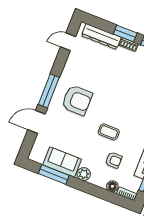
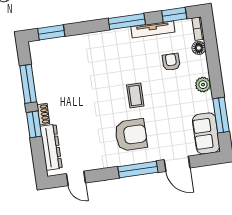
armchair: (77, 100) -> (131, 135), turned 90
coffee table: (109, 132) -> (135, 95), moved
sofa: (62, 162) -> (206, 133), moved

